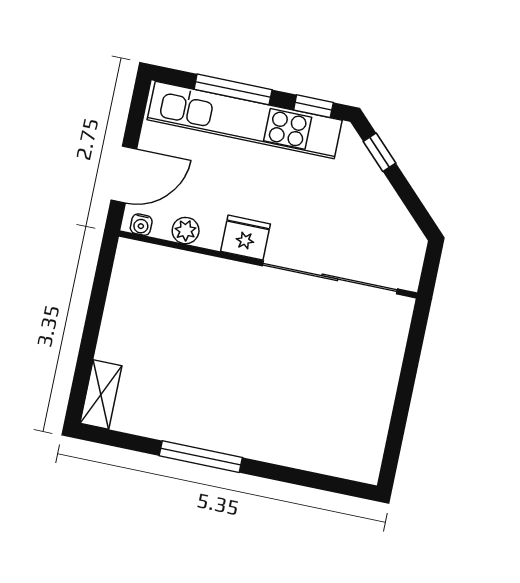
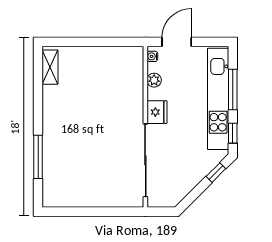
door: (124, 174) -> (177, 42), swing flipped
shelving: (101, 394) -> (50, 67), moved, turned 90
window: (201, 457) -> (38, 157), moved

